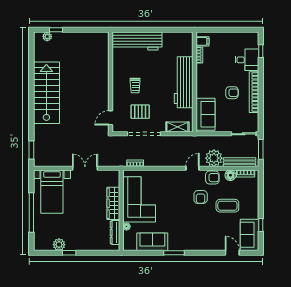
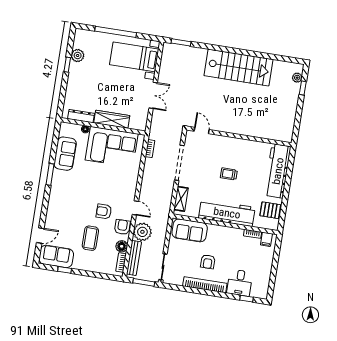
trolley: (135, 86) -> (229, 174), moved
pallet: (140, 112) -> (270, 210), moved, turned 90
armchair: (212, 178) -> (122, 227), turned 180

